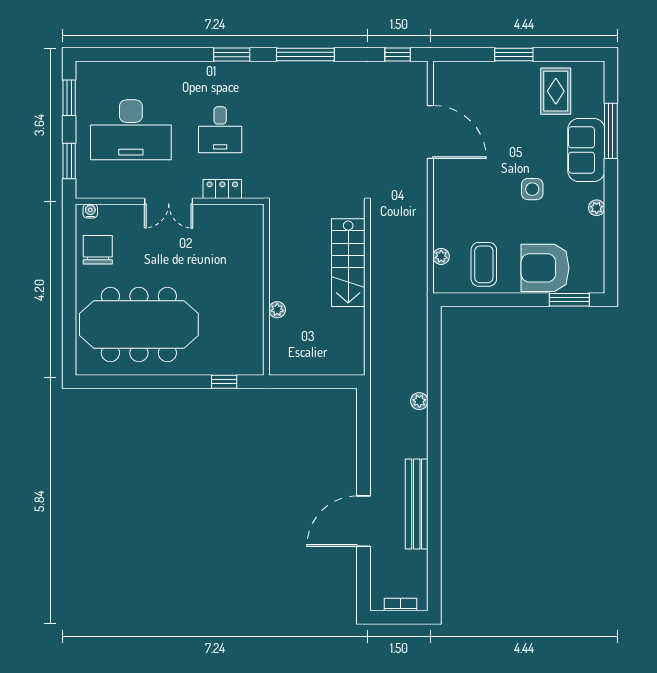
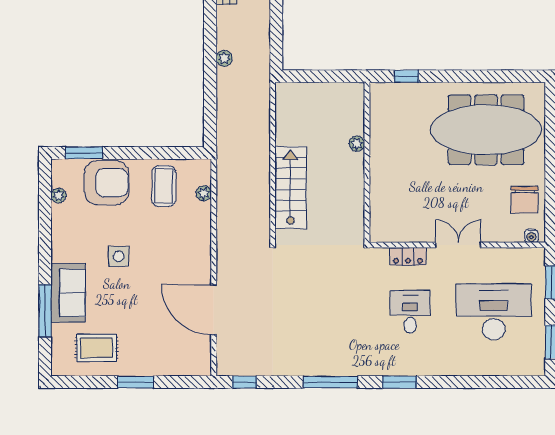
rug: (556, 91) -> (97, 348), turned 90
plant: (597, 208) -> (58, 196), moved

